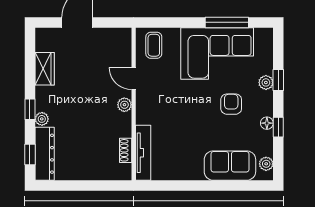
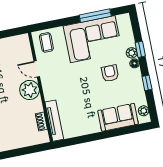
plant: (124, 105) -> (30, 90), width x1.88, depth x1.88
floor lamp: (267, 123) -> (135, 63), moved

